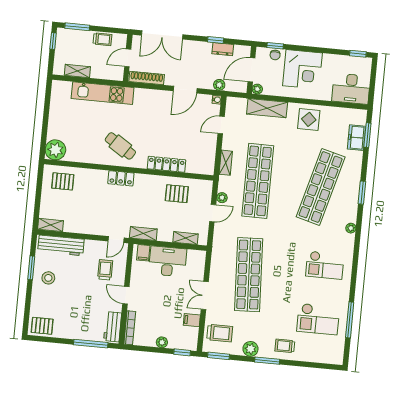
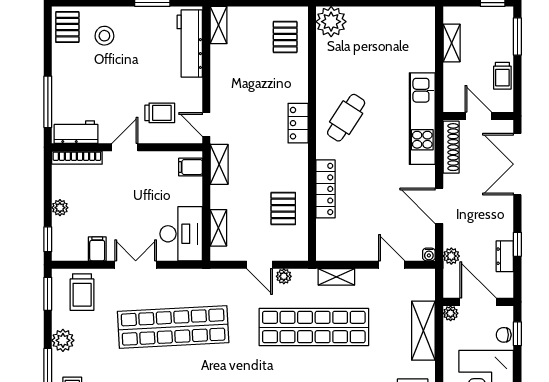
kitchen unit: (103, 93) -> (422, 119), moved
desk: (168, 261) -> (181, 234), moved
stool: (48, 278) -> (104, 36), moved

